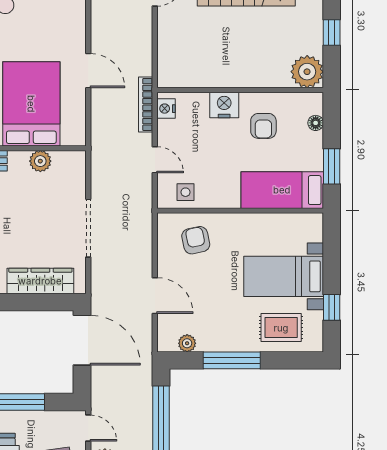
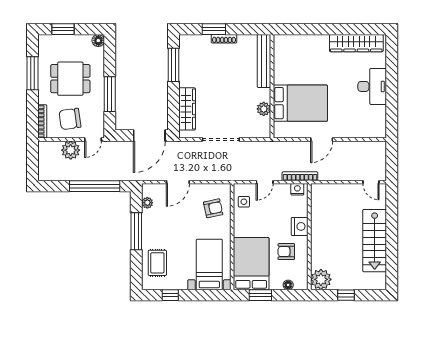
bed: (282, 190) -> (251, 264), width x1.50
bed with nightstands: (284, 276) -> (209, 264), moved

